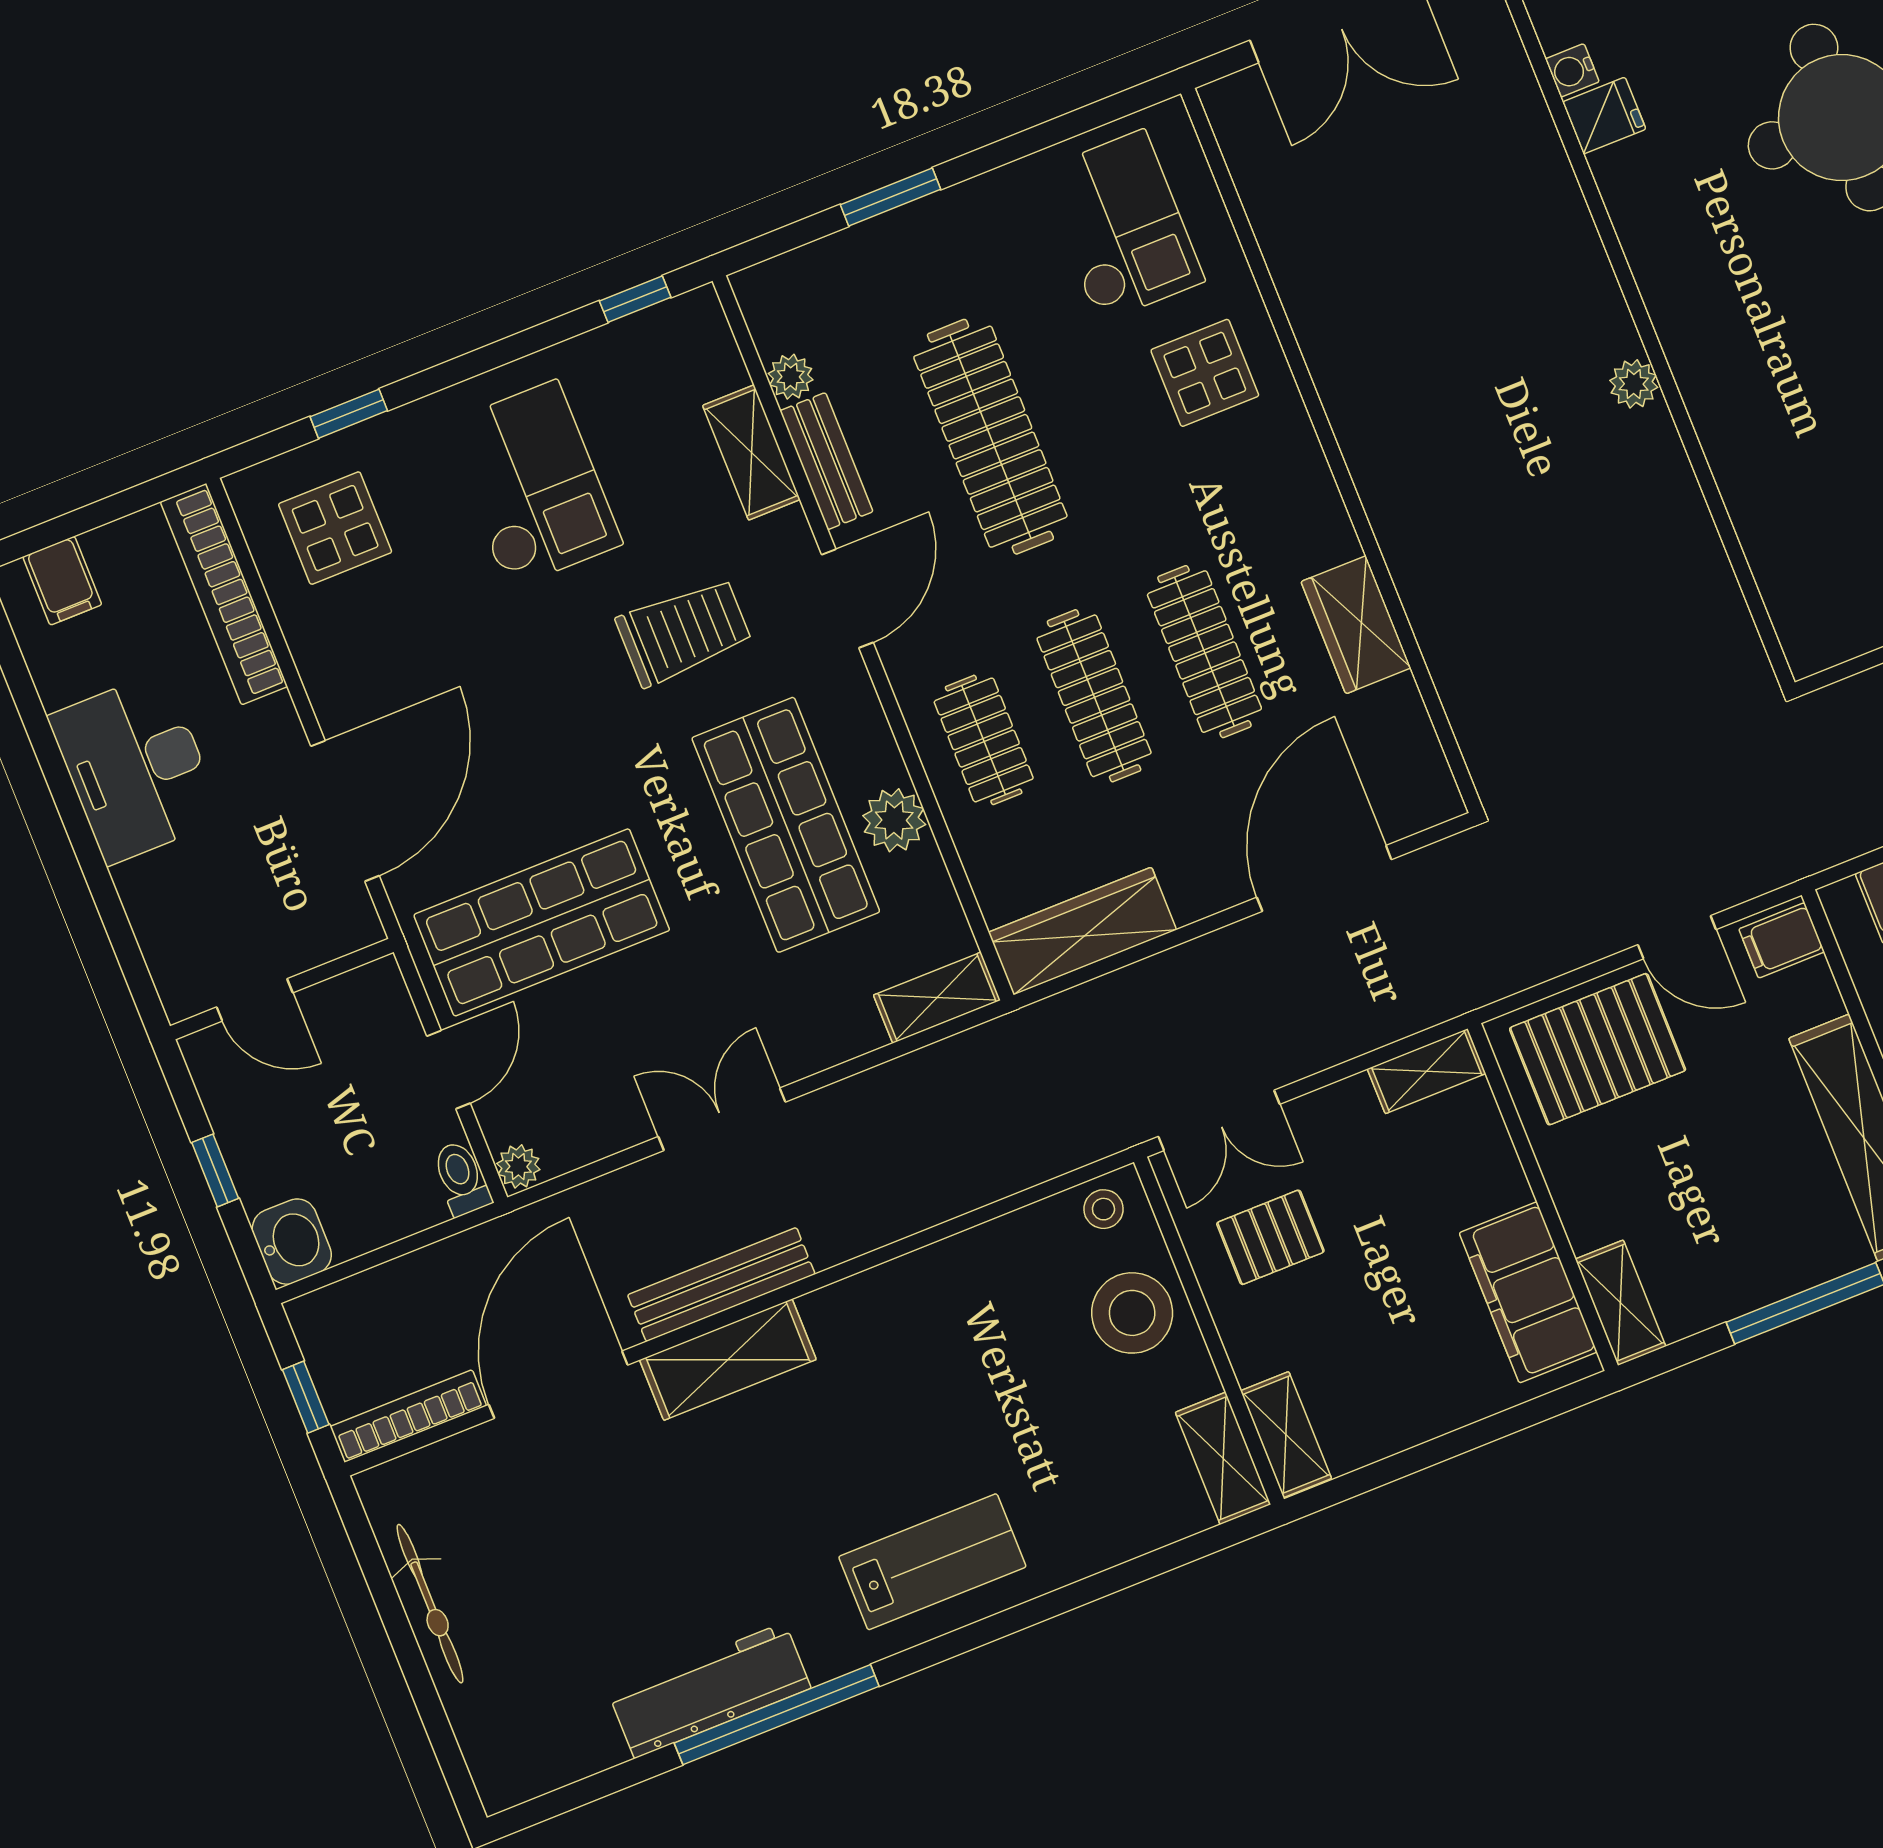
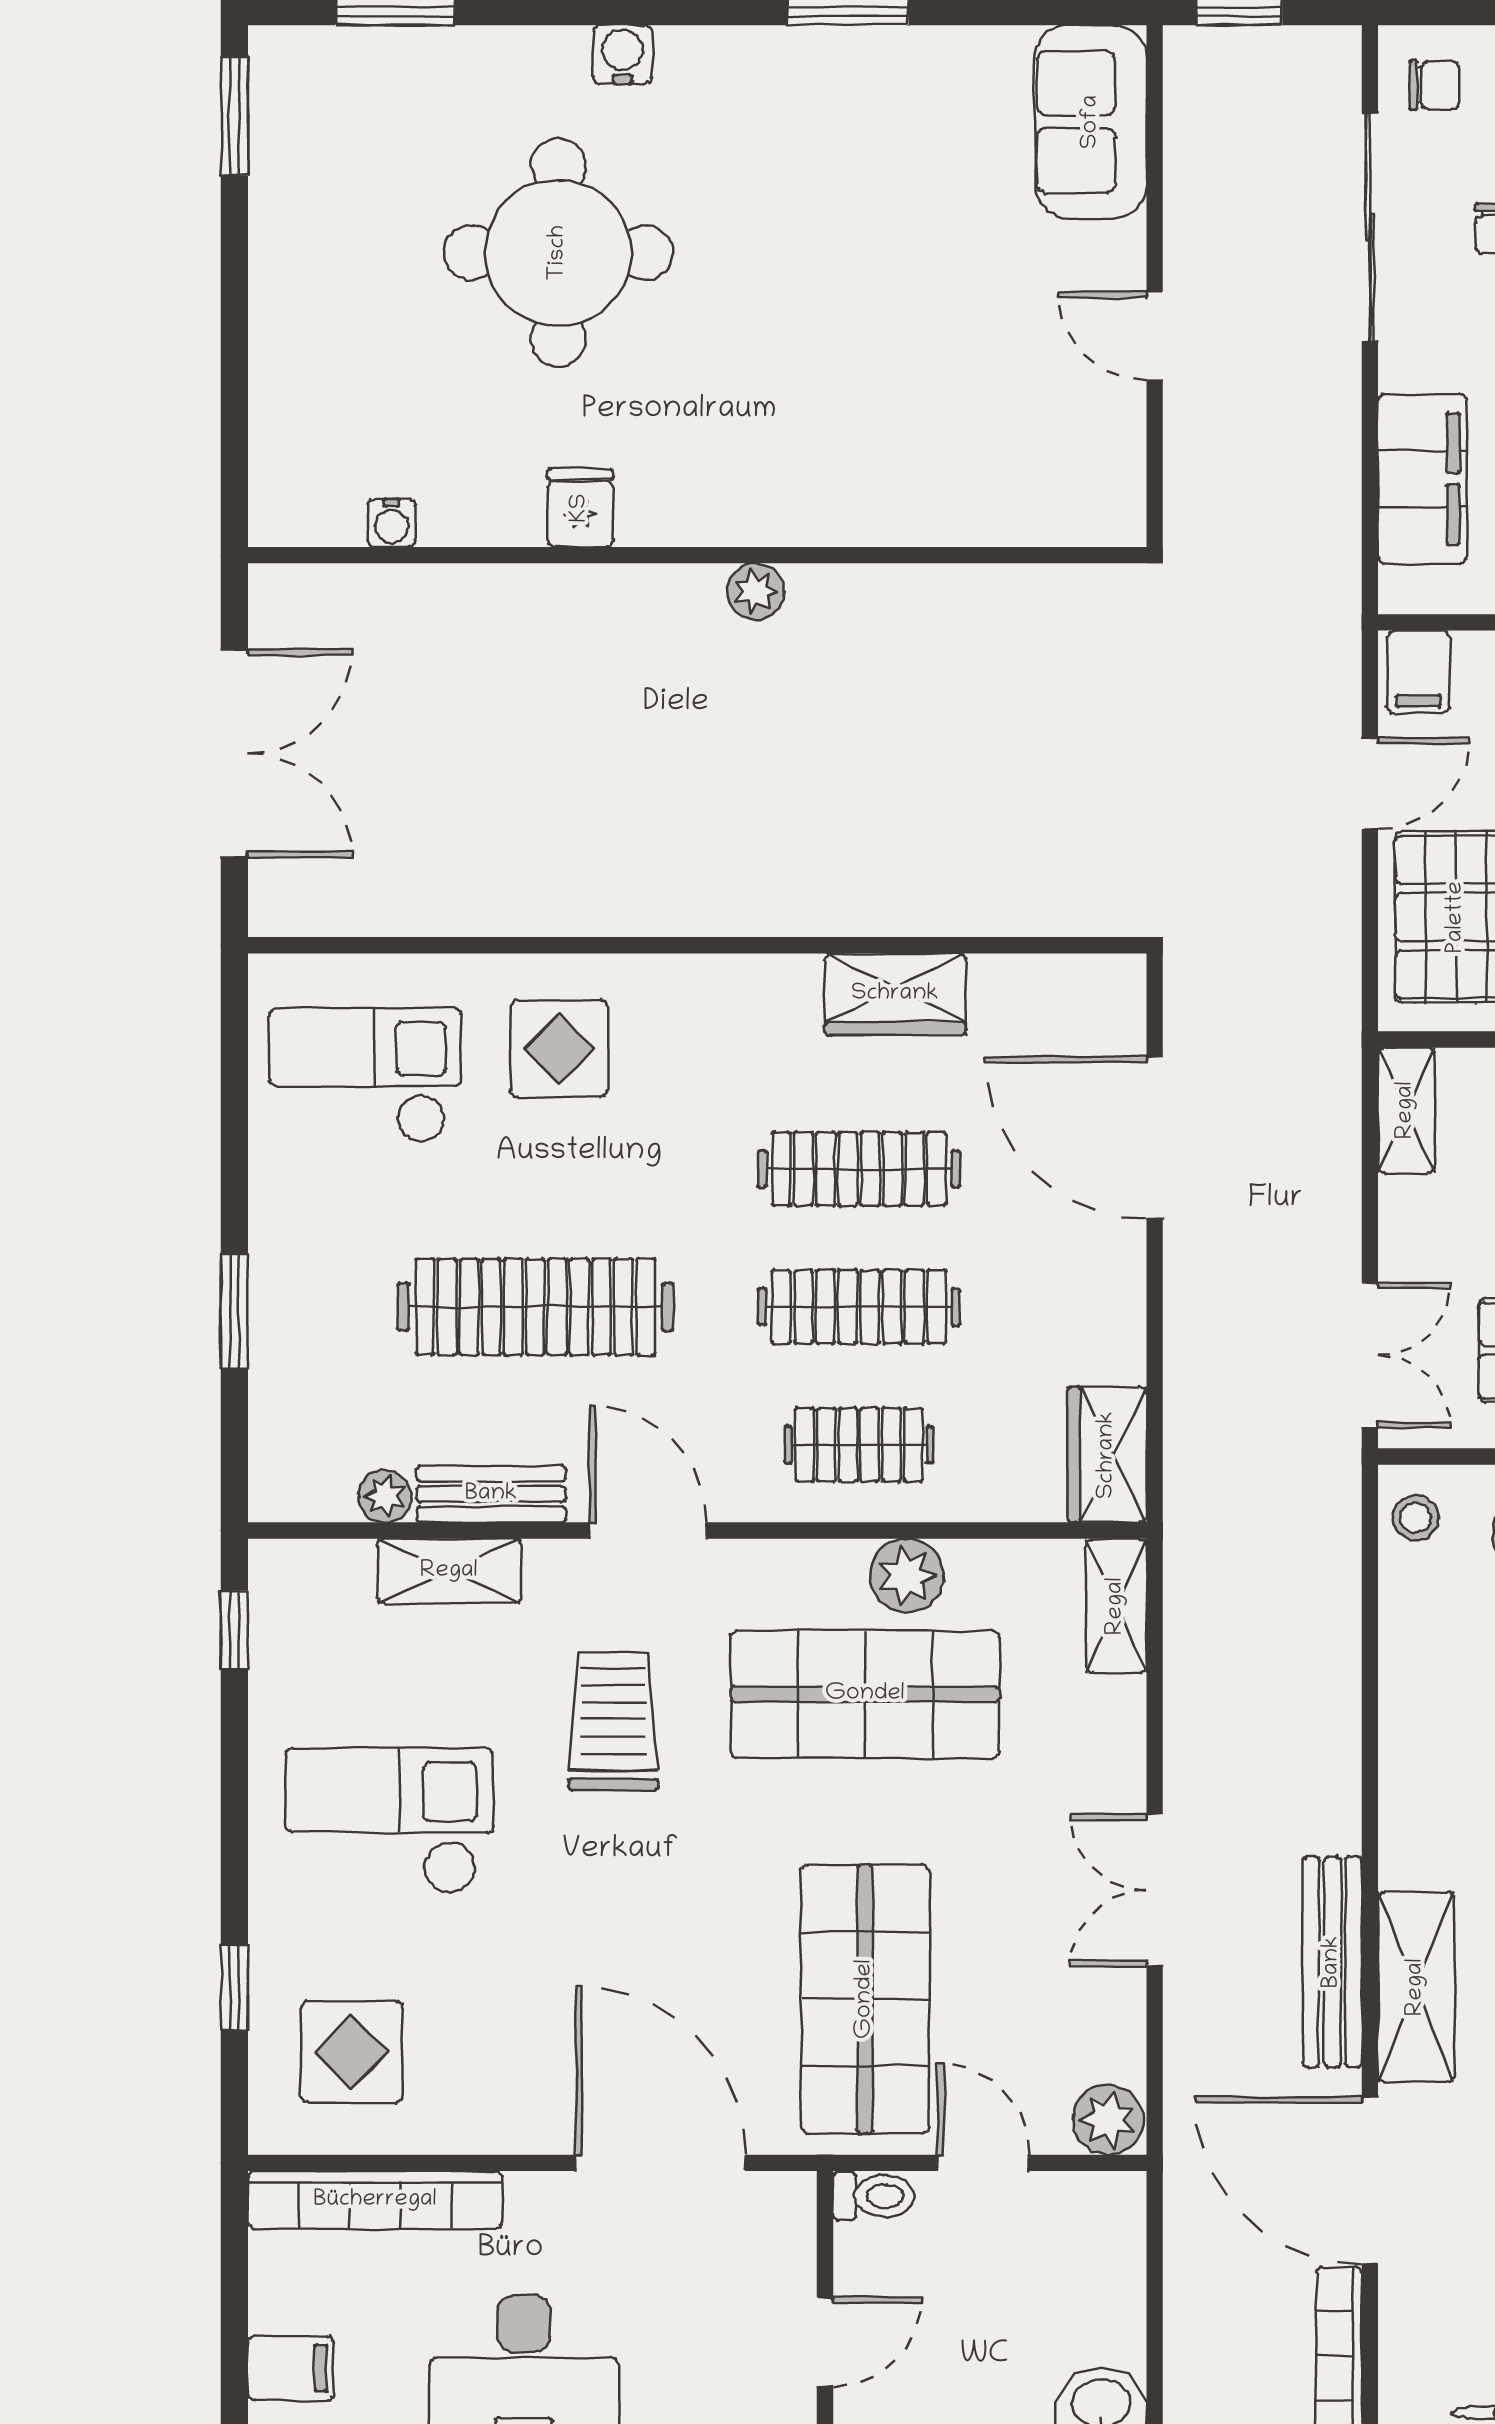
fridge: (1604, 116) -> (580, 508), moved
wardrobe: (1082, 931) -> (1107, 1455), width x0.67
plant: (518, 1166) -> (1108, 2120), width x1.38, depth x1.38
toilet: (461, 1178) -> (874, 2196), moved, turned 180

